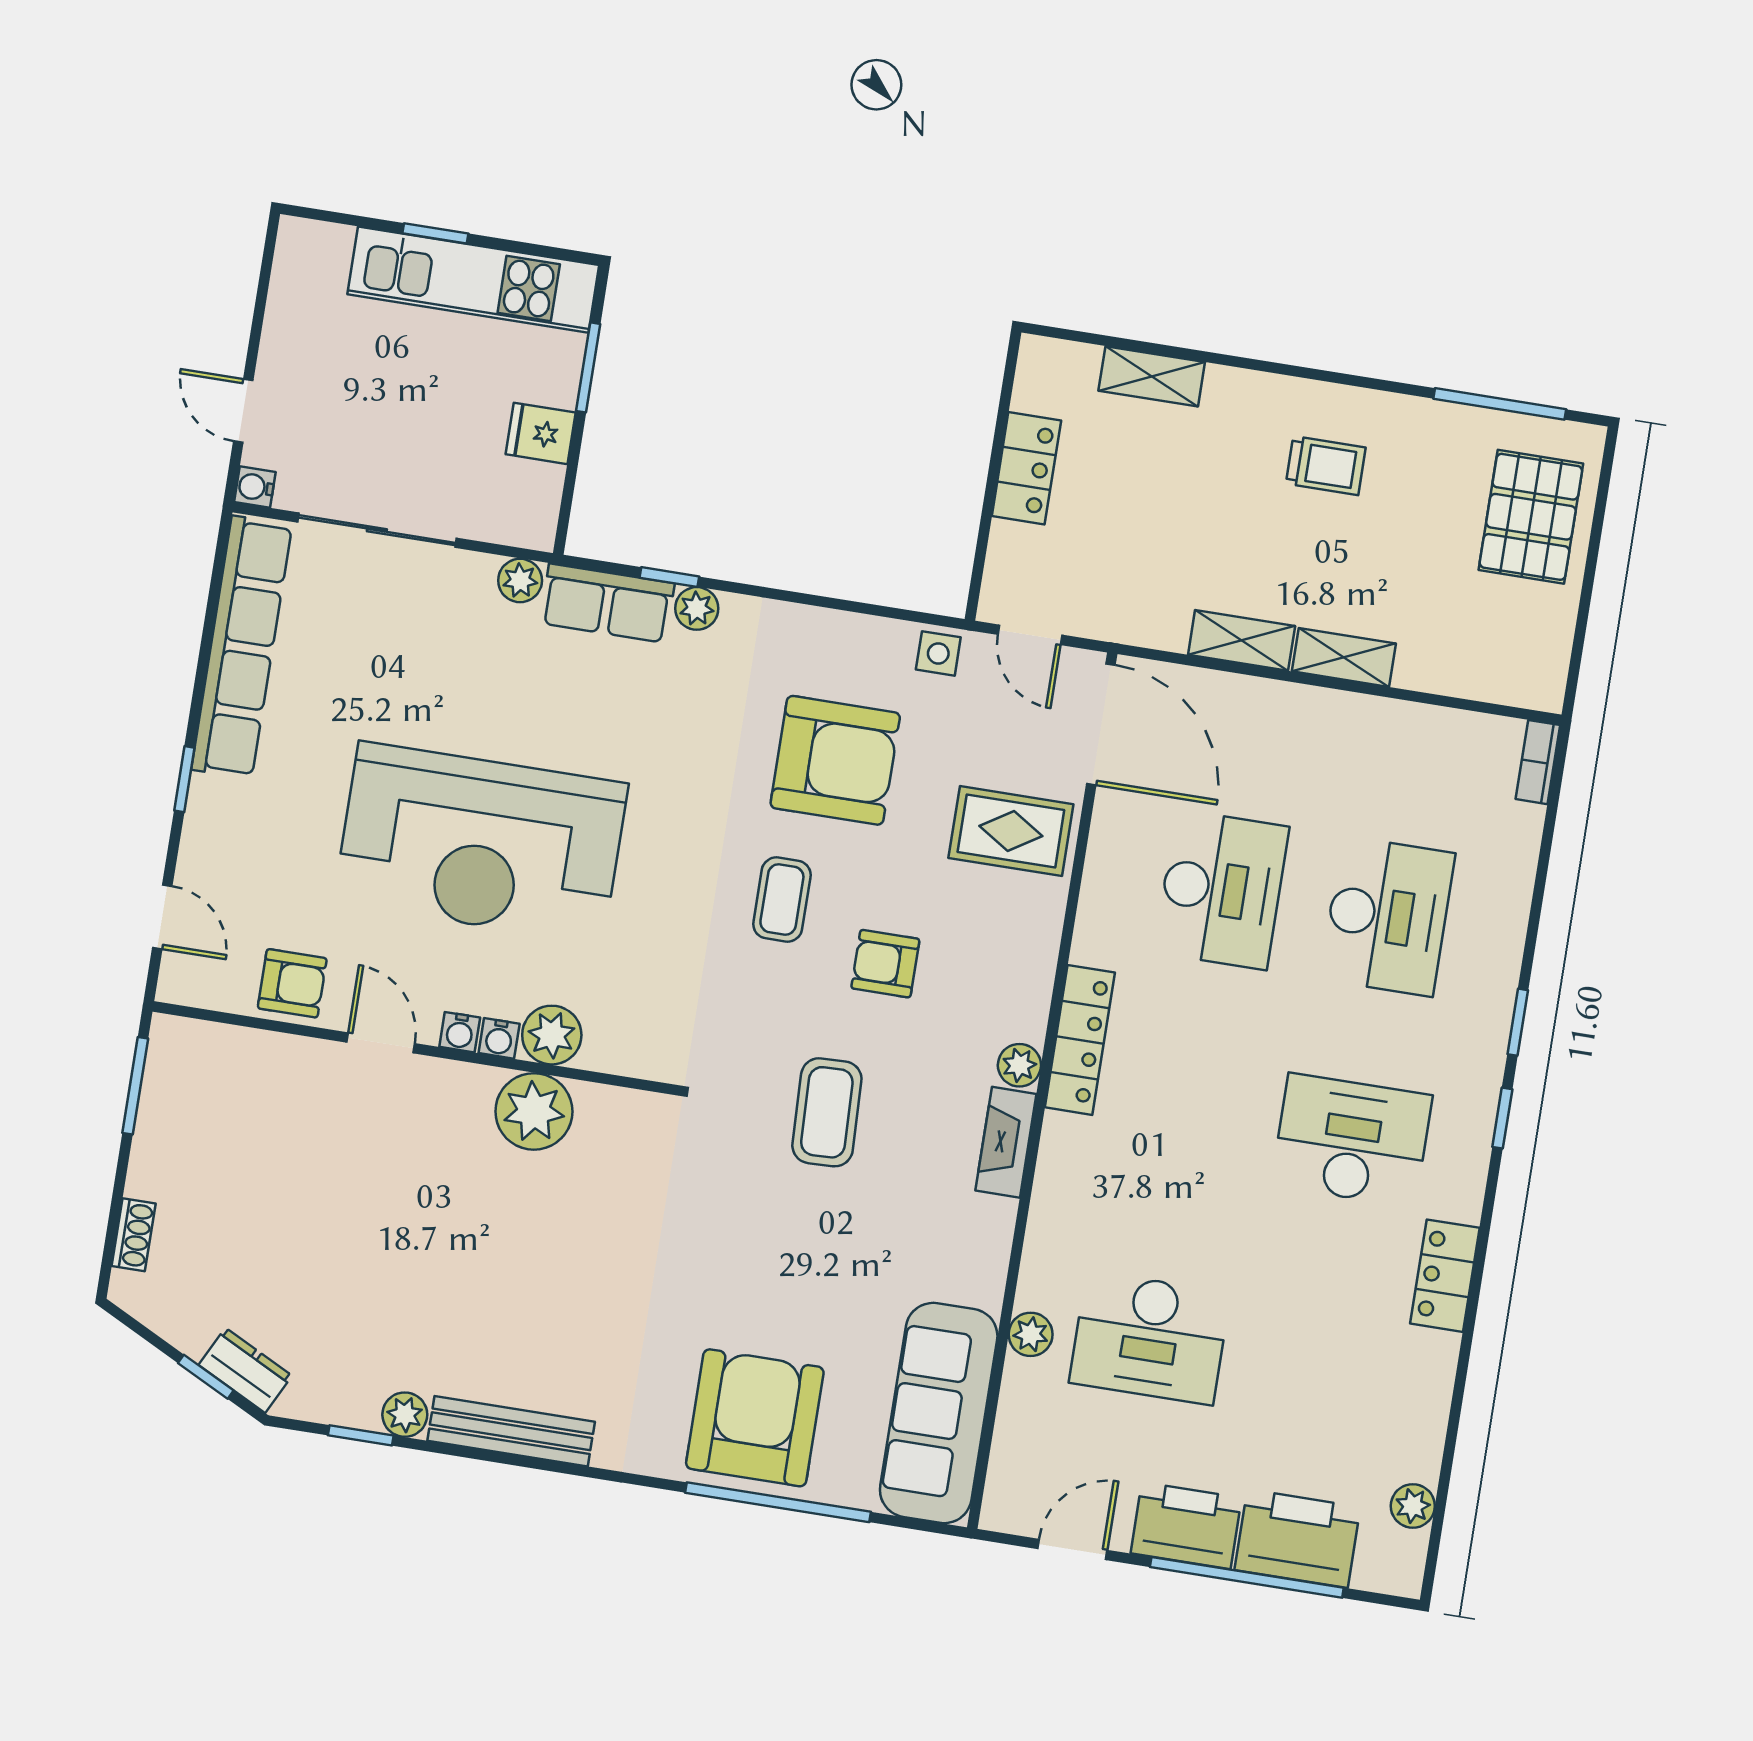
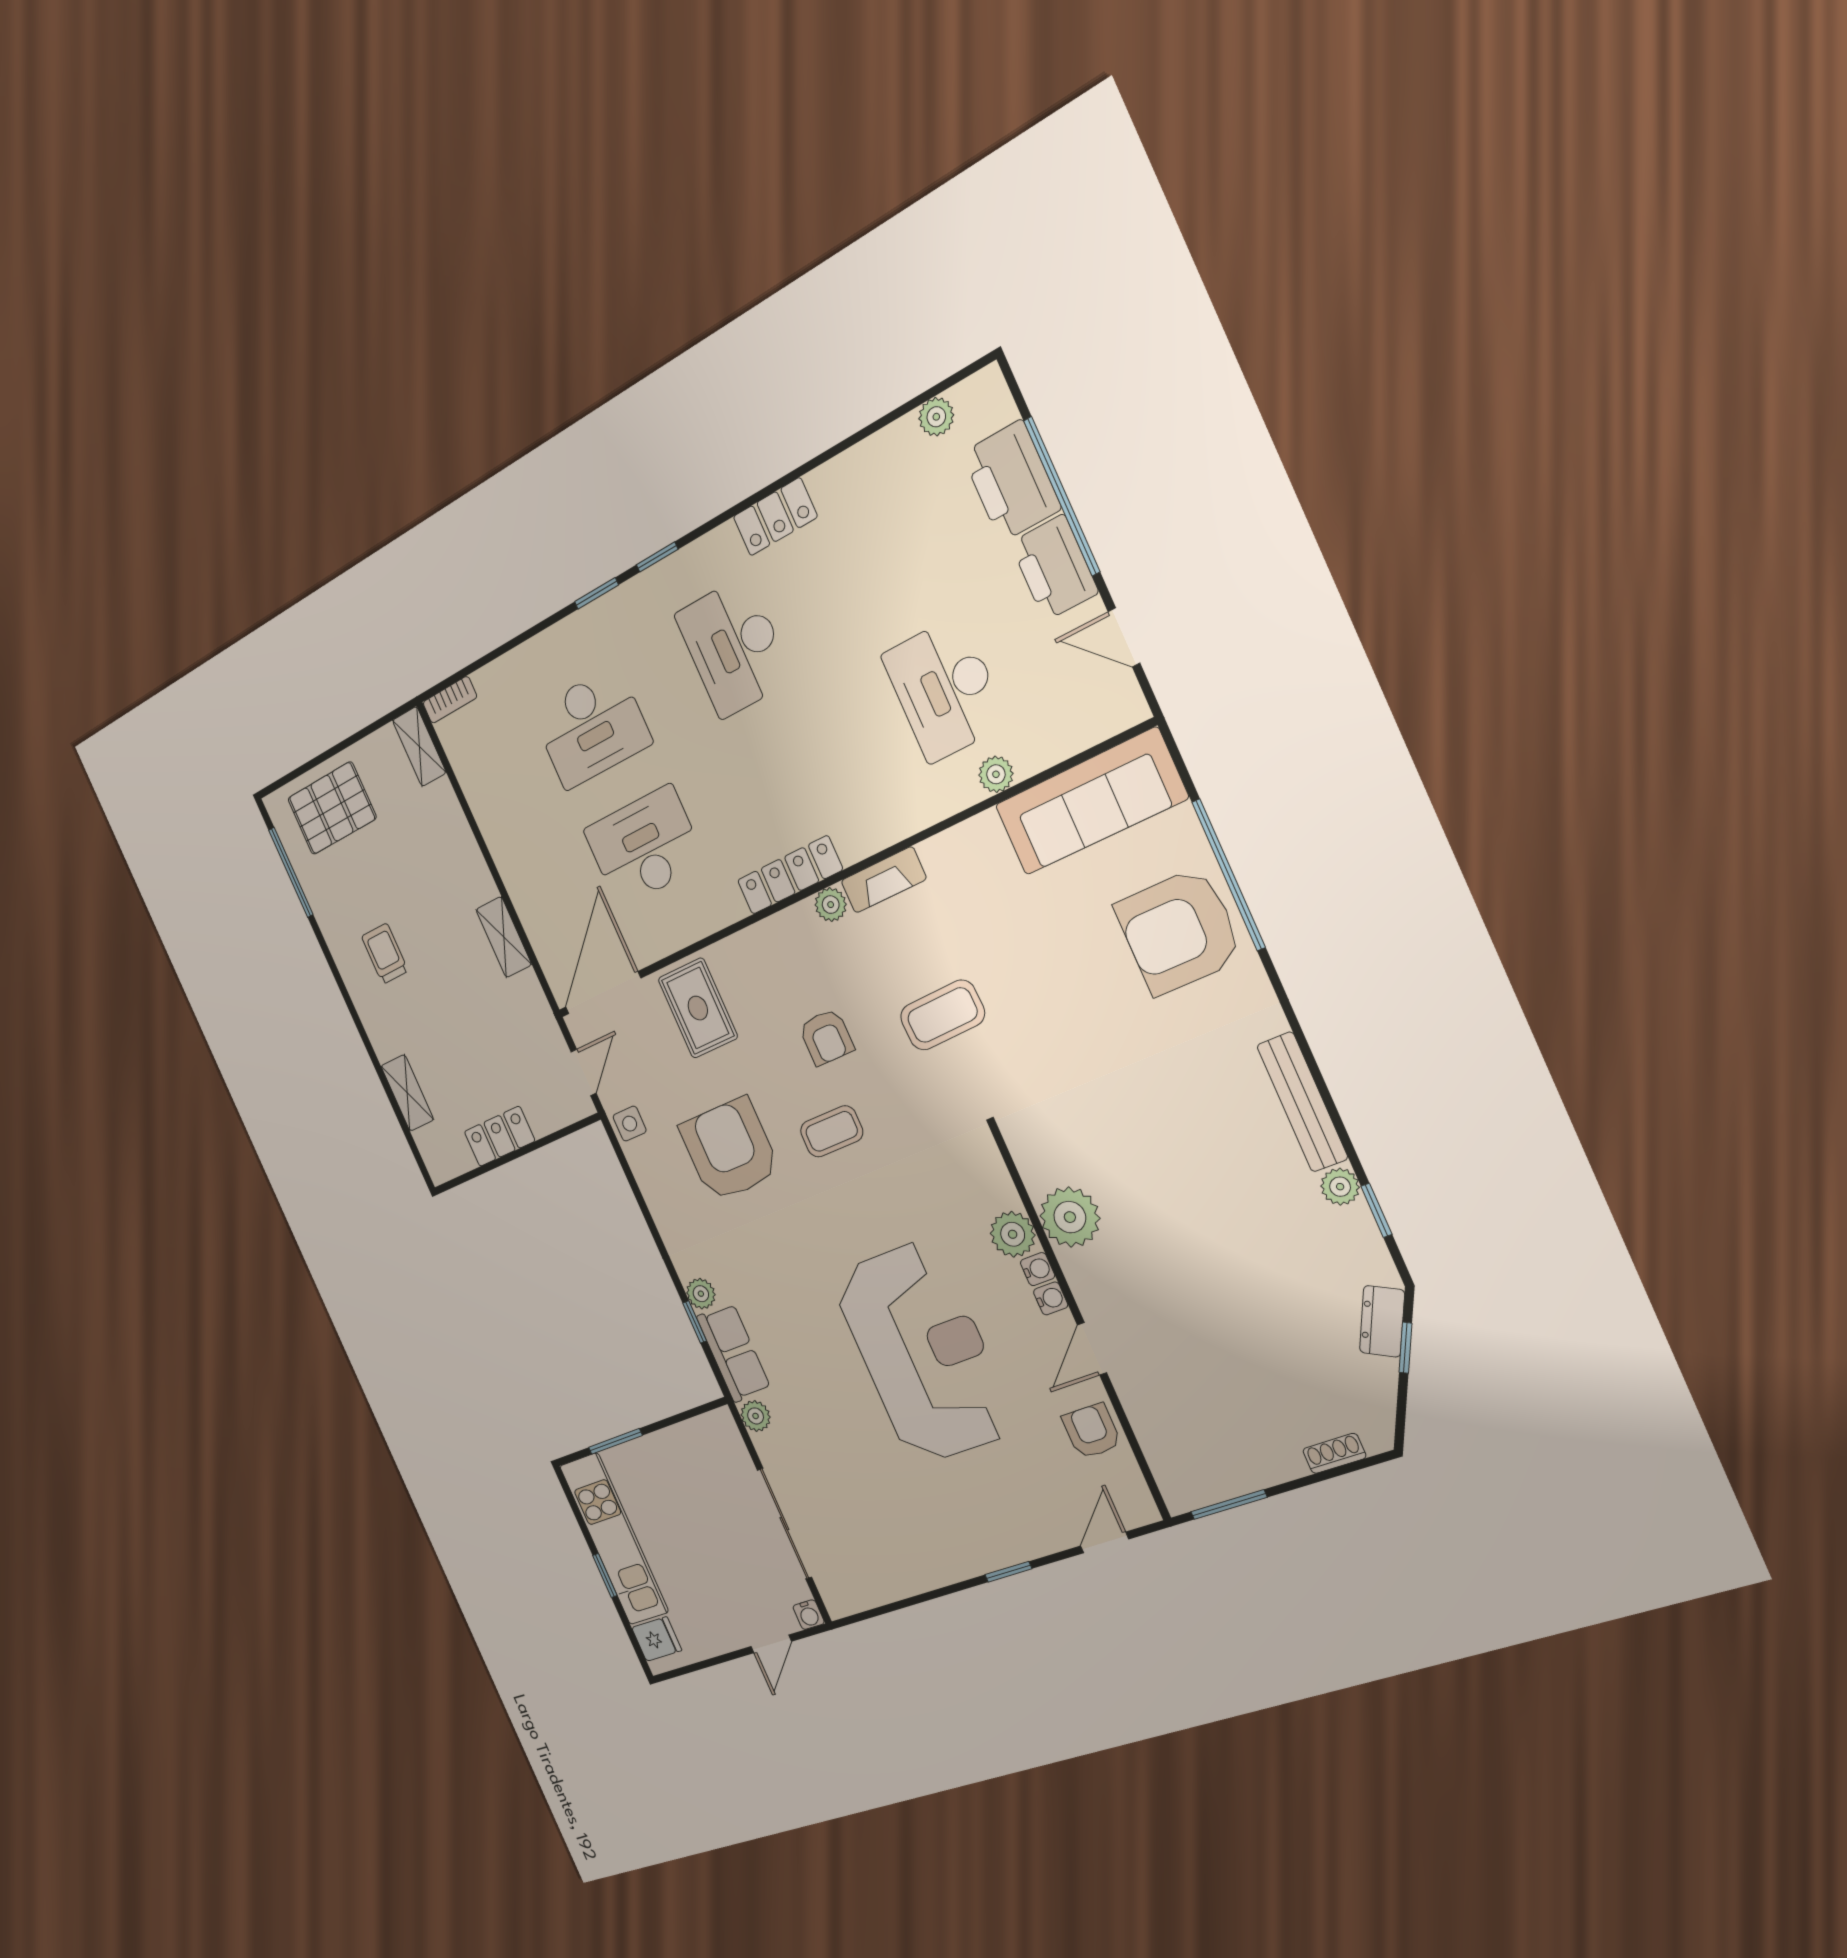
fridge: (541, 433) -> (657, 1639), moved, turned -90
row of seats: (242, 647) -> (905, 1575), removed
shelving: (1344, 657) -> (419, 746), moved
desk: (1388, 916) -> (592, 727), turned 180
desk: (1150, 1338) -> (945, 689), turned 180

